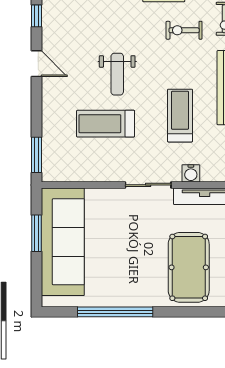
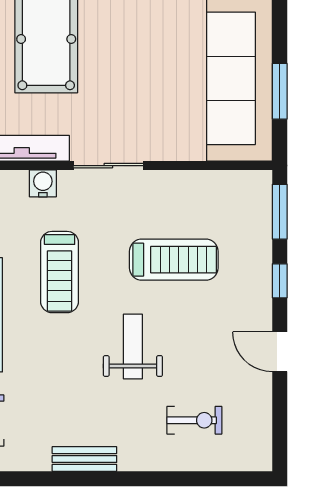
window: (37, 16) -> (280, 281), moved
exercise bike: (184, 30) -> (194, 420), moved
weight bench: (117, 74) -> (133, 347), moved

